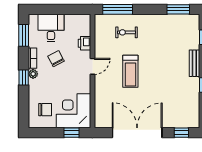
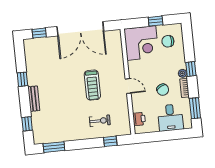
window: (118, 9) -> (110, 141), width x0.46
printer: (84, 43) -> (139, 119), moved
door: (92, 66) -> (128, 86), swing flipped
treadmill: (130, 71) -> (92, 85), turned 180
window: (71, 133) -> (156, 21), moved

